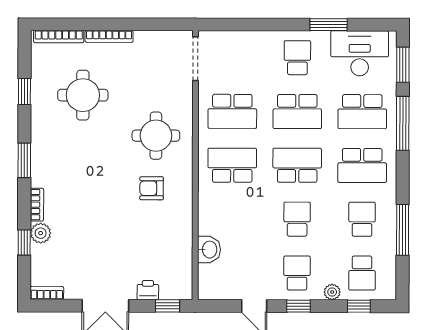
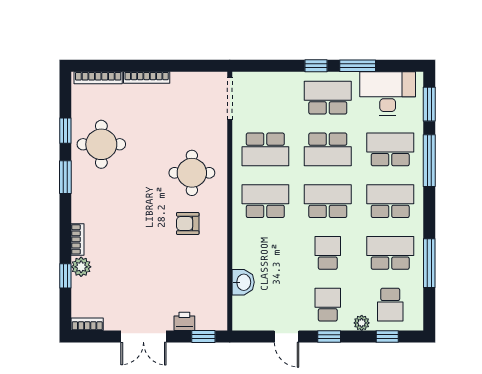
window: (285, 25) -> (316, 66), added
school desk: (297, 58) -> (328, 98), width x1.85
round table: (83, 95) -> (101, 144), moved
school desk: (362, 112) -> (390, 149), turned 180
window: (24, 160) -> (65, 177), moved
school desk: (362, 165) -> (390, 201), turned 180
school desk: (362, 219) -> (390, 253), width x1.85

